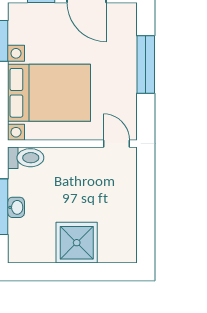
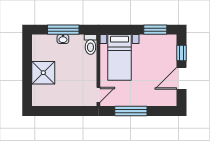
window: (146, 65) -> (131, 111), moved
bed with nightstands: (49, 93) -> (120, 57), width x0.73

